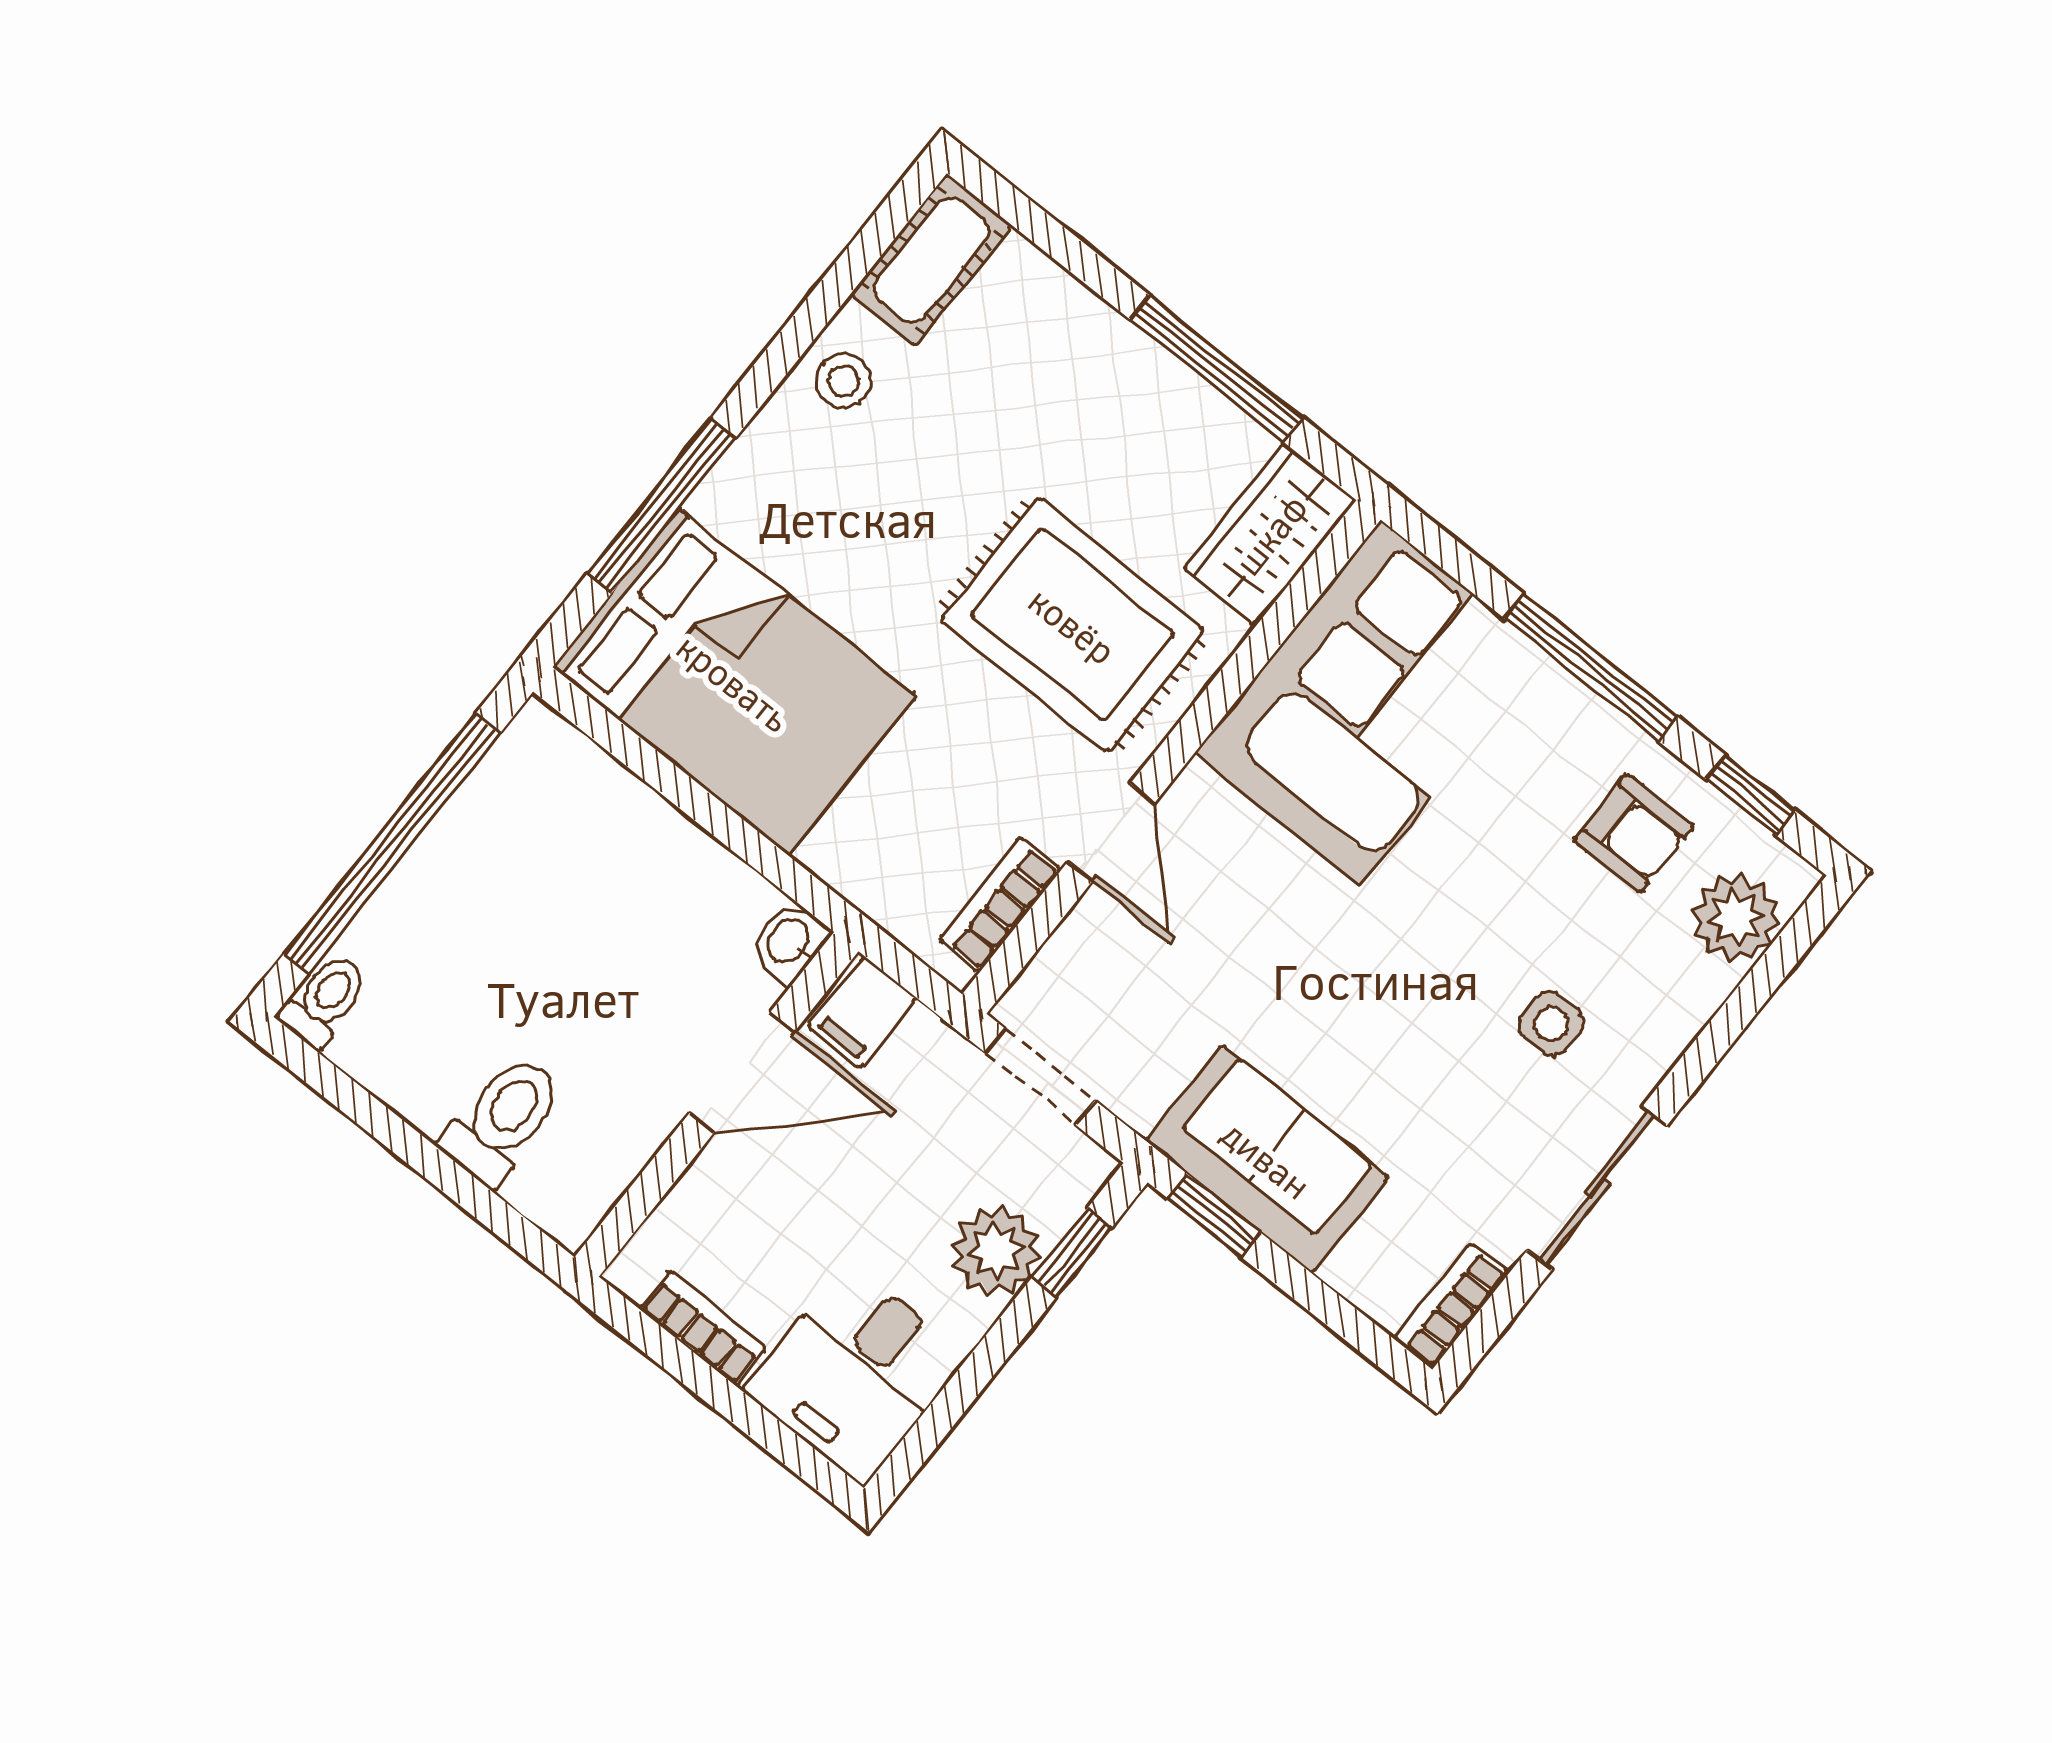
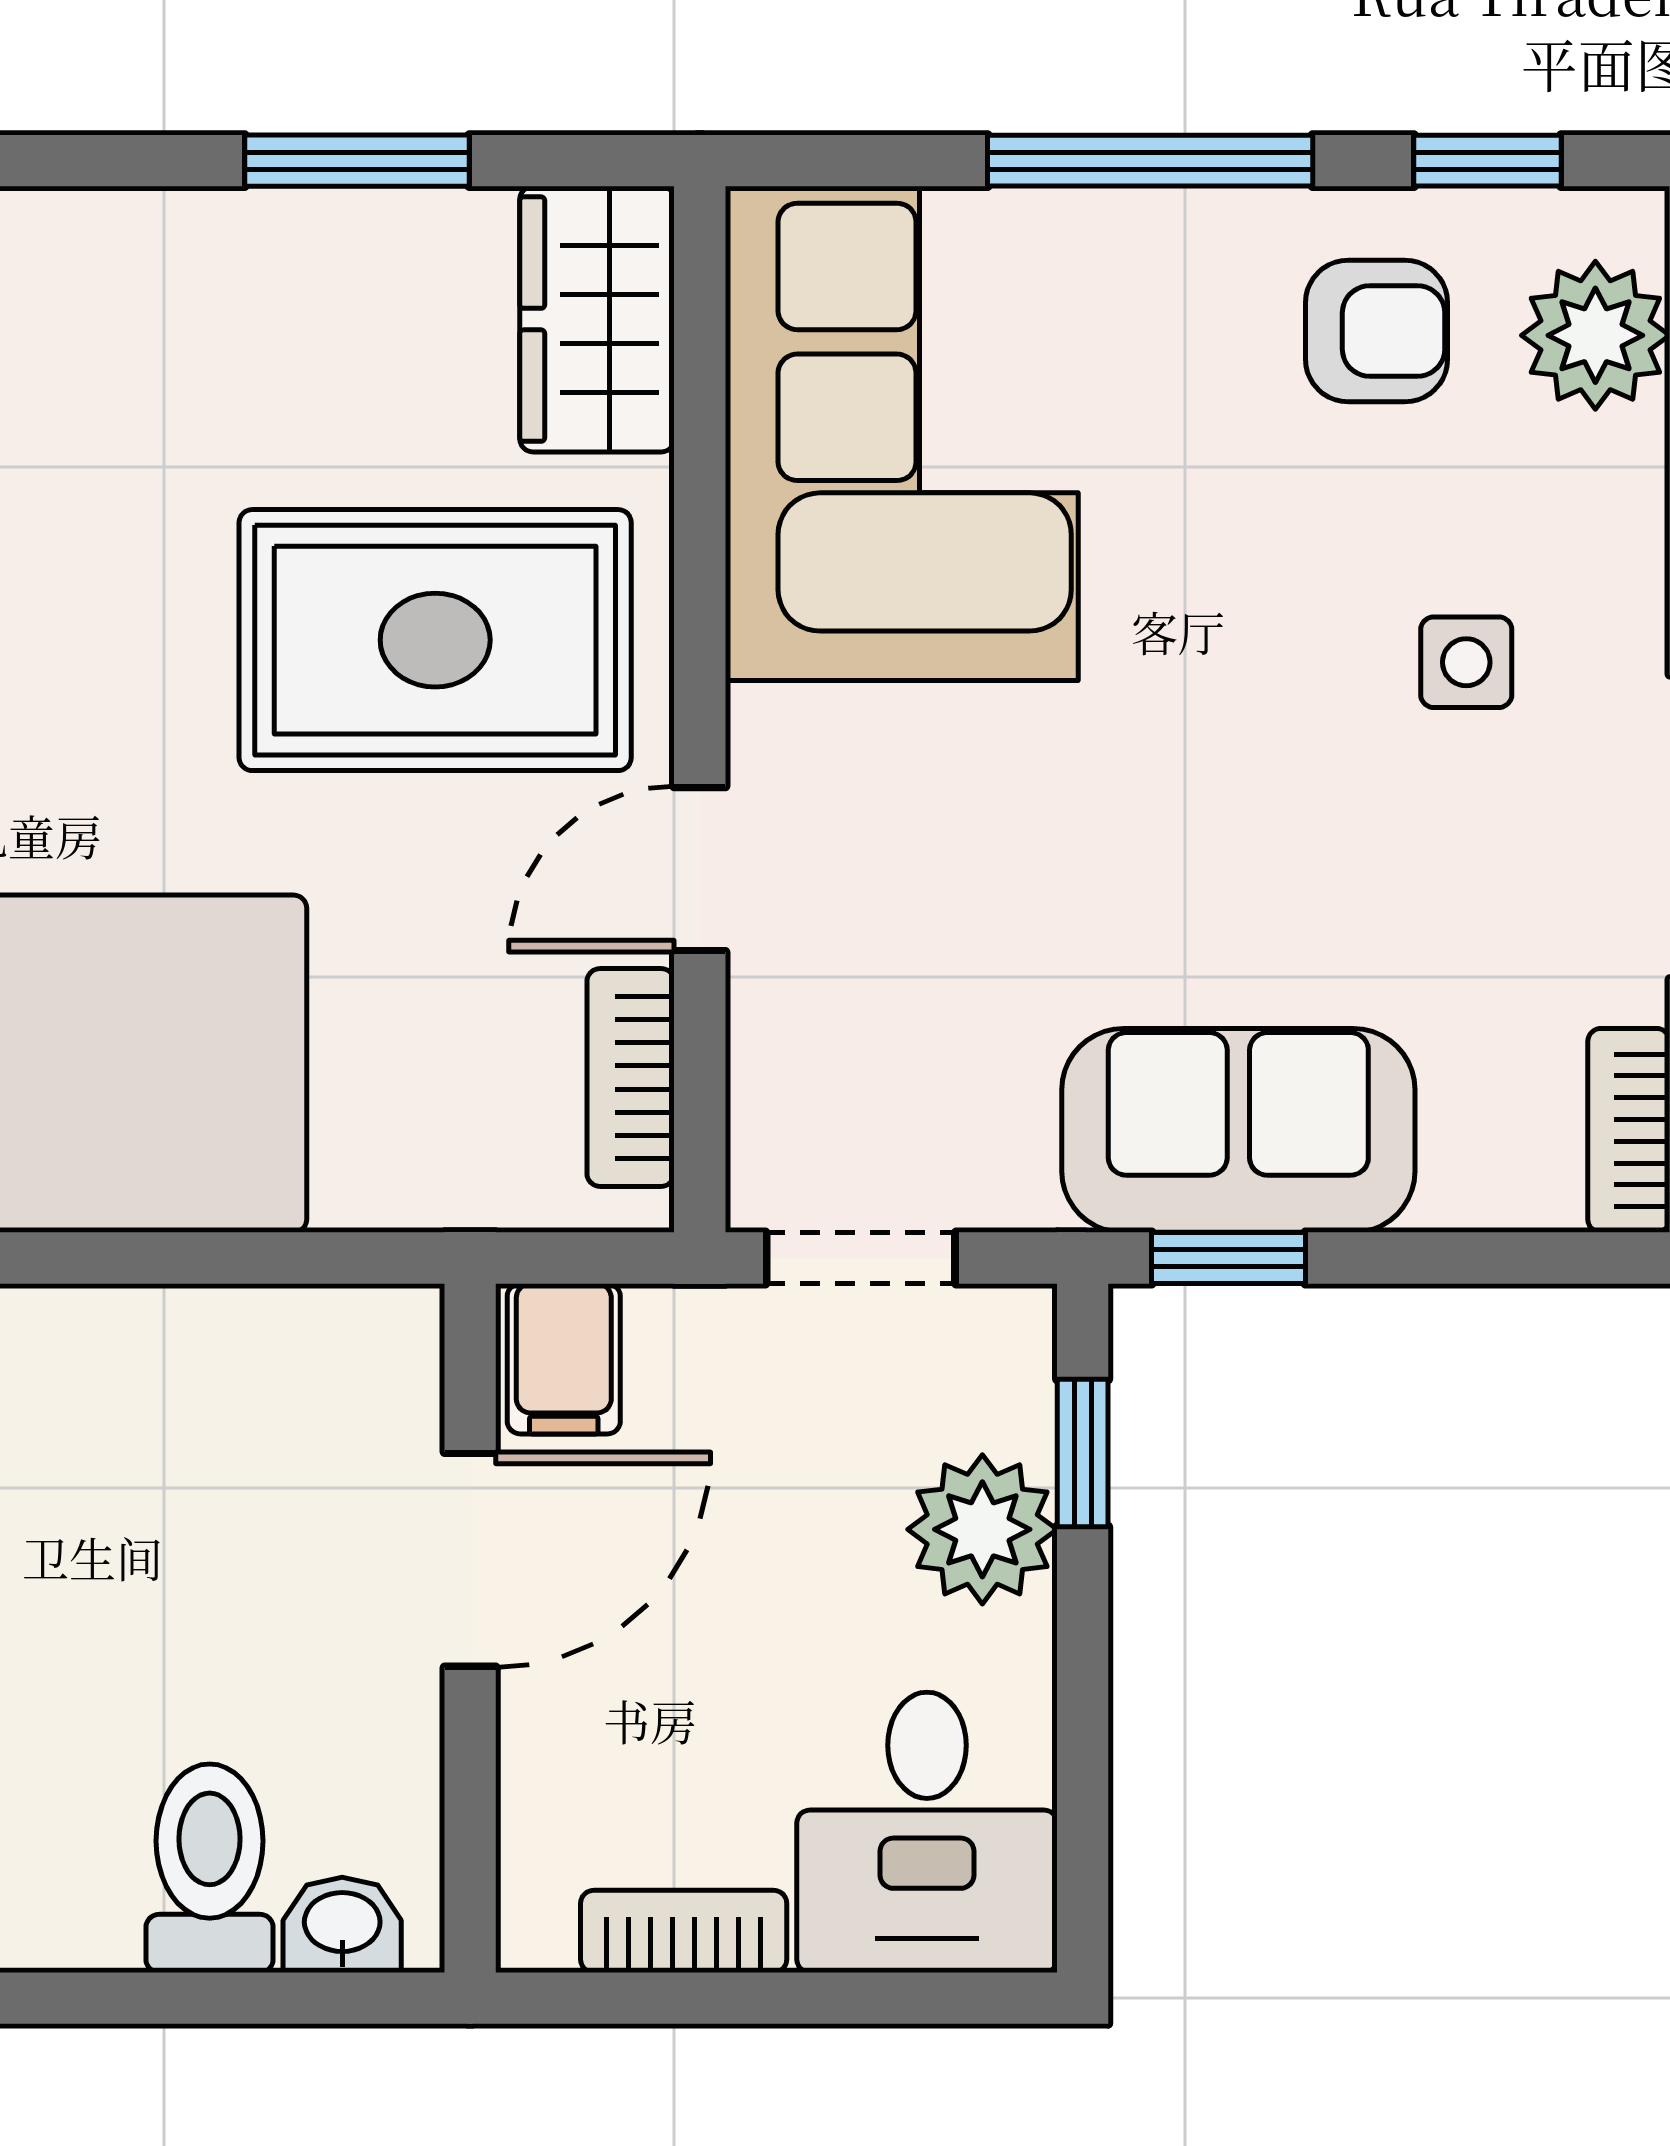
window: (1216, 369) -> (357, 161), width x0.69
door: (1111, 832) -> (700, 869), swing flipped
washbasin: (790, 942) -> (342, 1925), moved, turned 90

